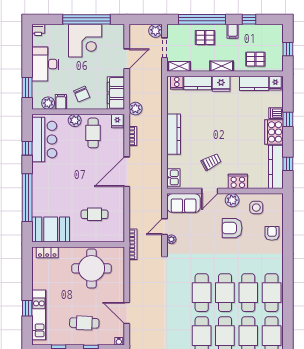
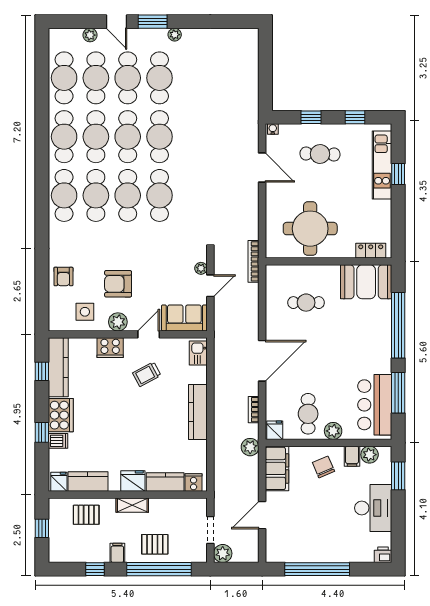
corner desk: (85, 41) -> (319, 540), removed
shelving: (179, 66) -> (190, 505), removed
window: (27, 148) -> (398, 393), width x2.17
armchair: (232, 228) -> (118, 284), turned 180

